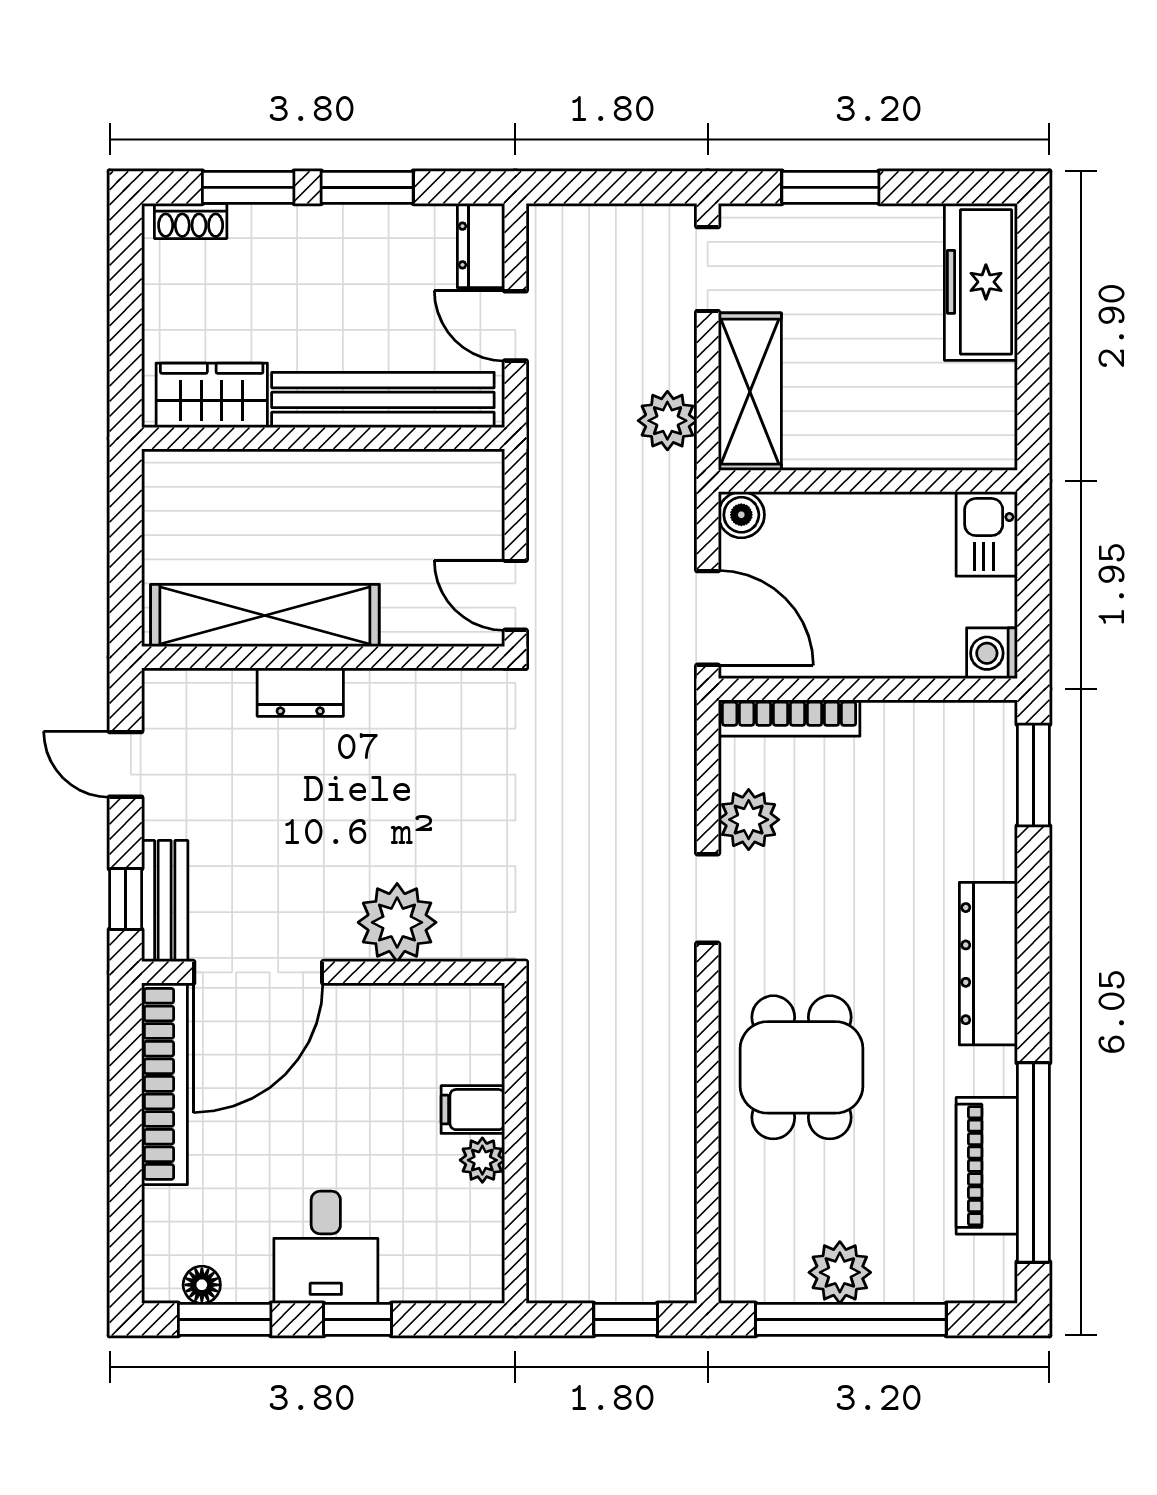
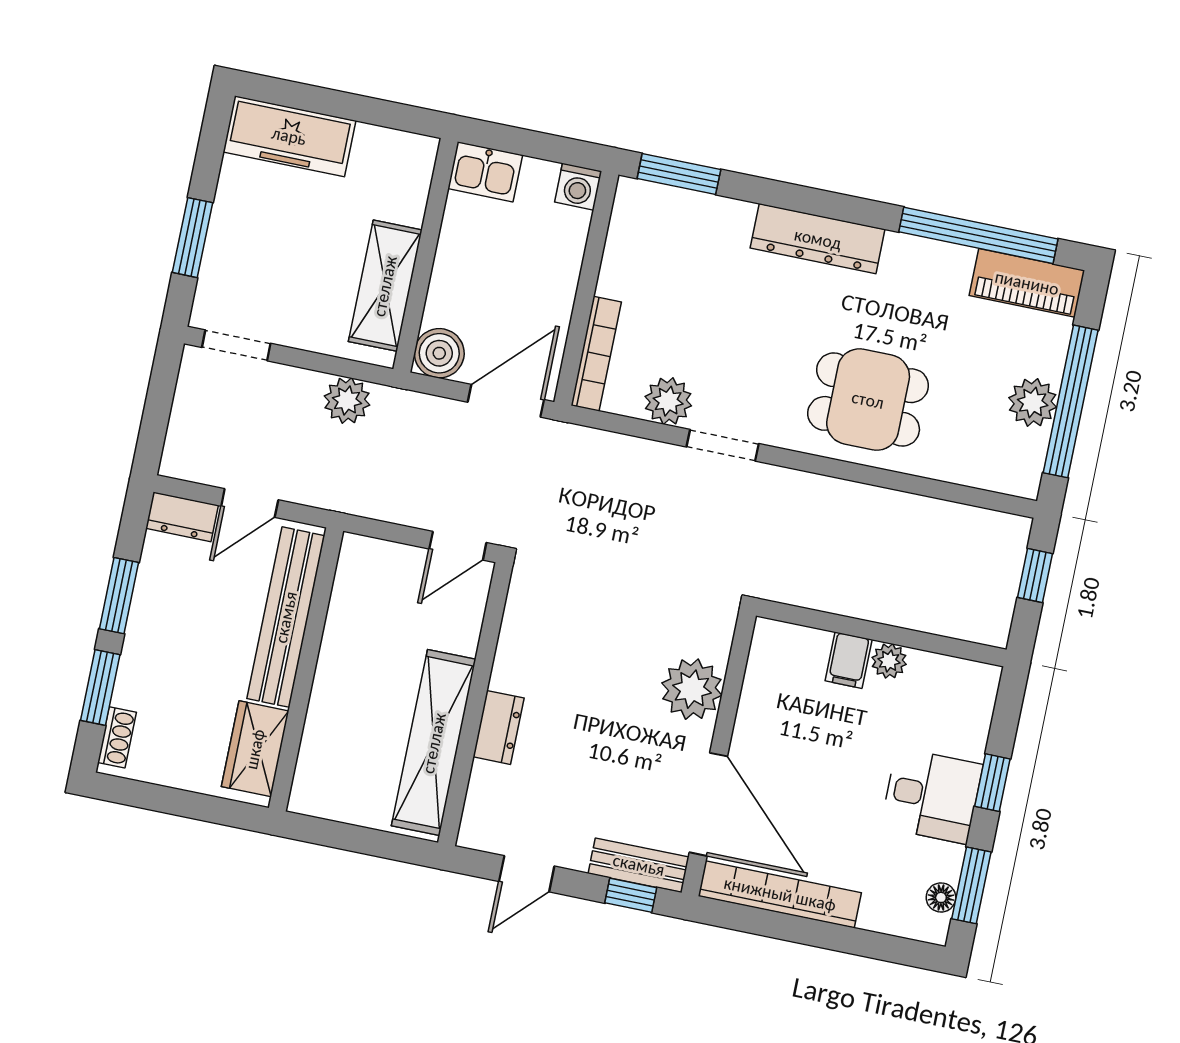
shelving: (750, 392) -> (385, 286), moved, turned 90
boiler: (741, 515) -> (439, 353), width x1.36, depth x1.36
piano: (987, 1166) -> (1027, 283), moved

